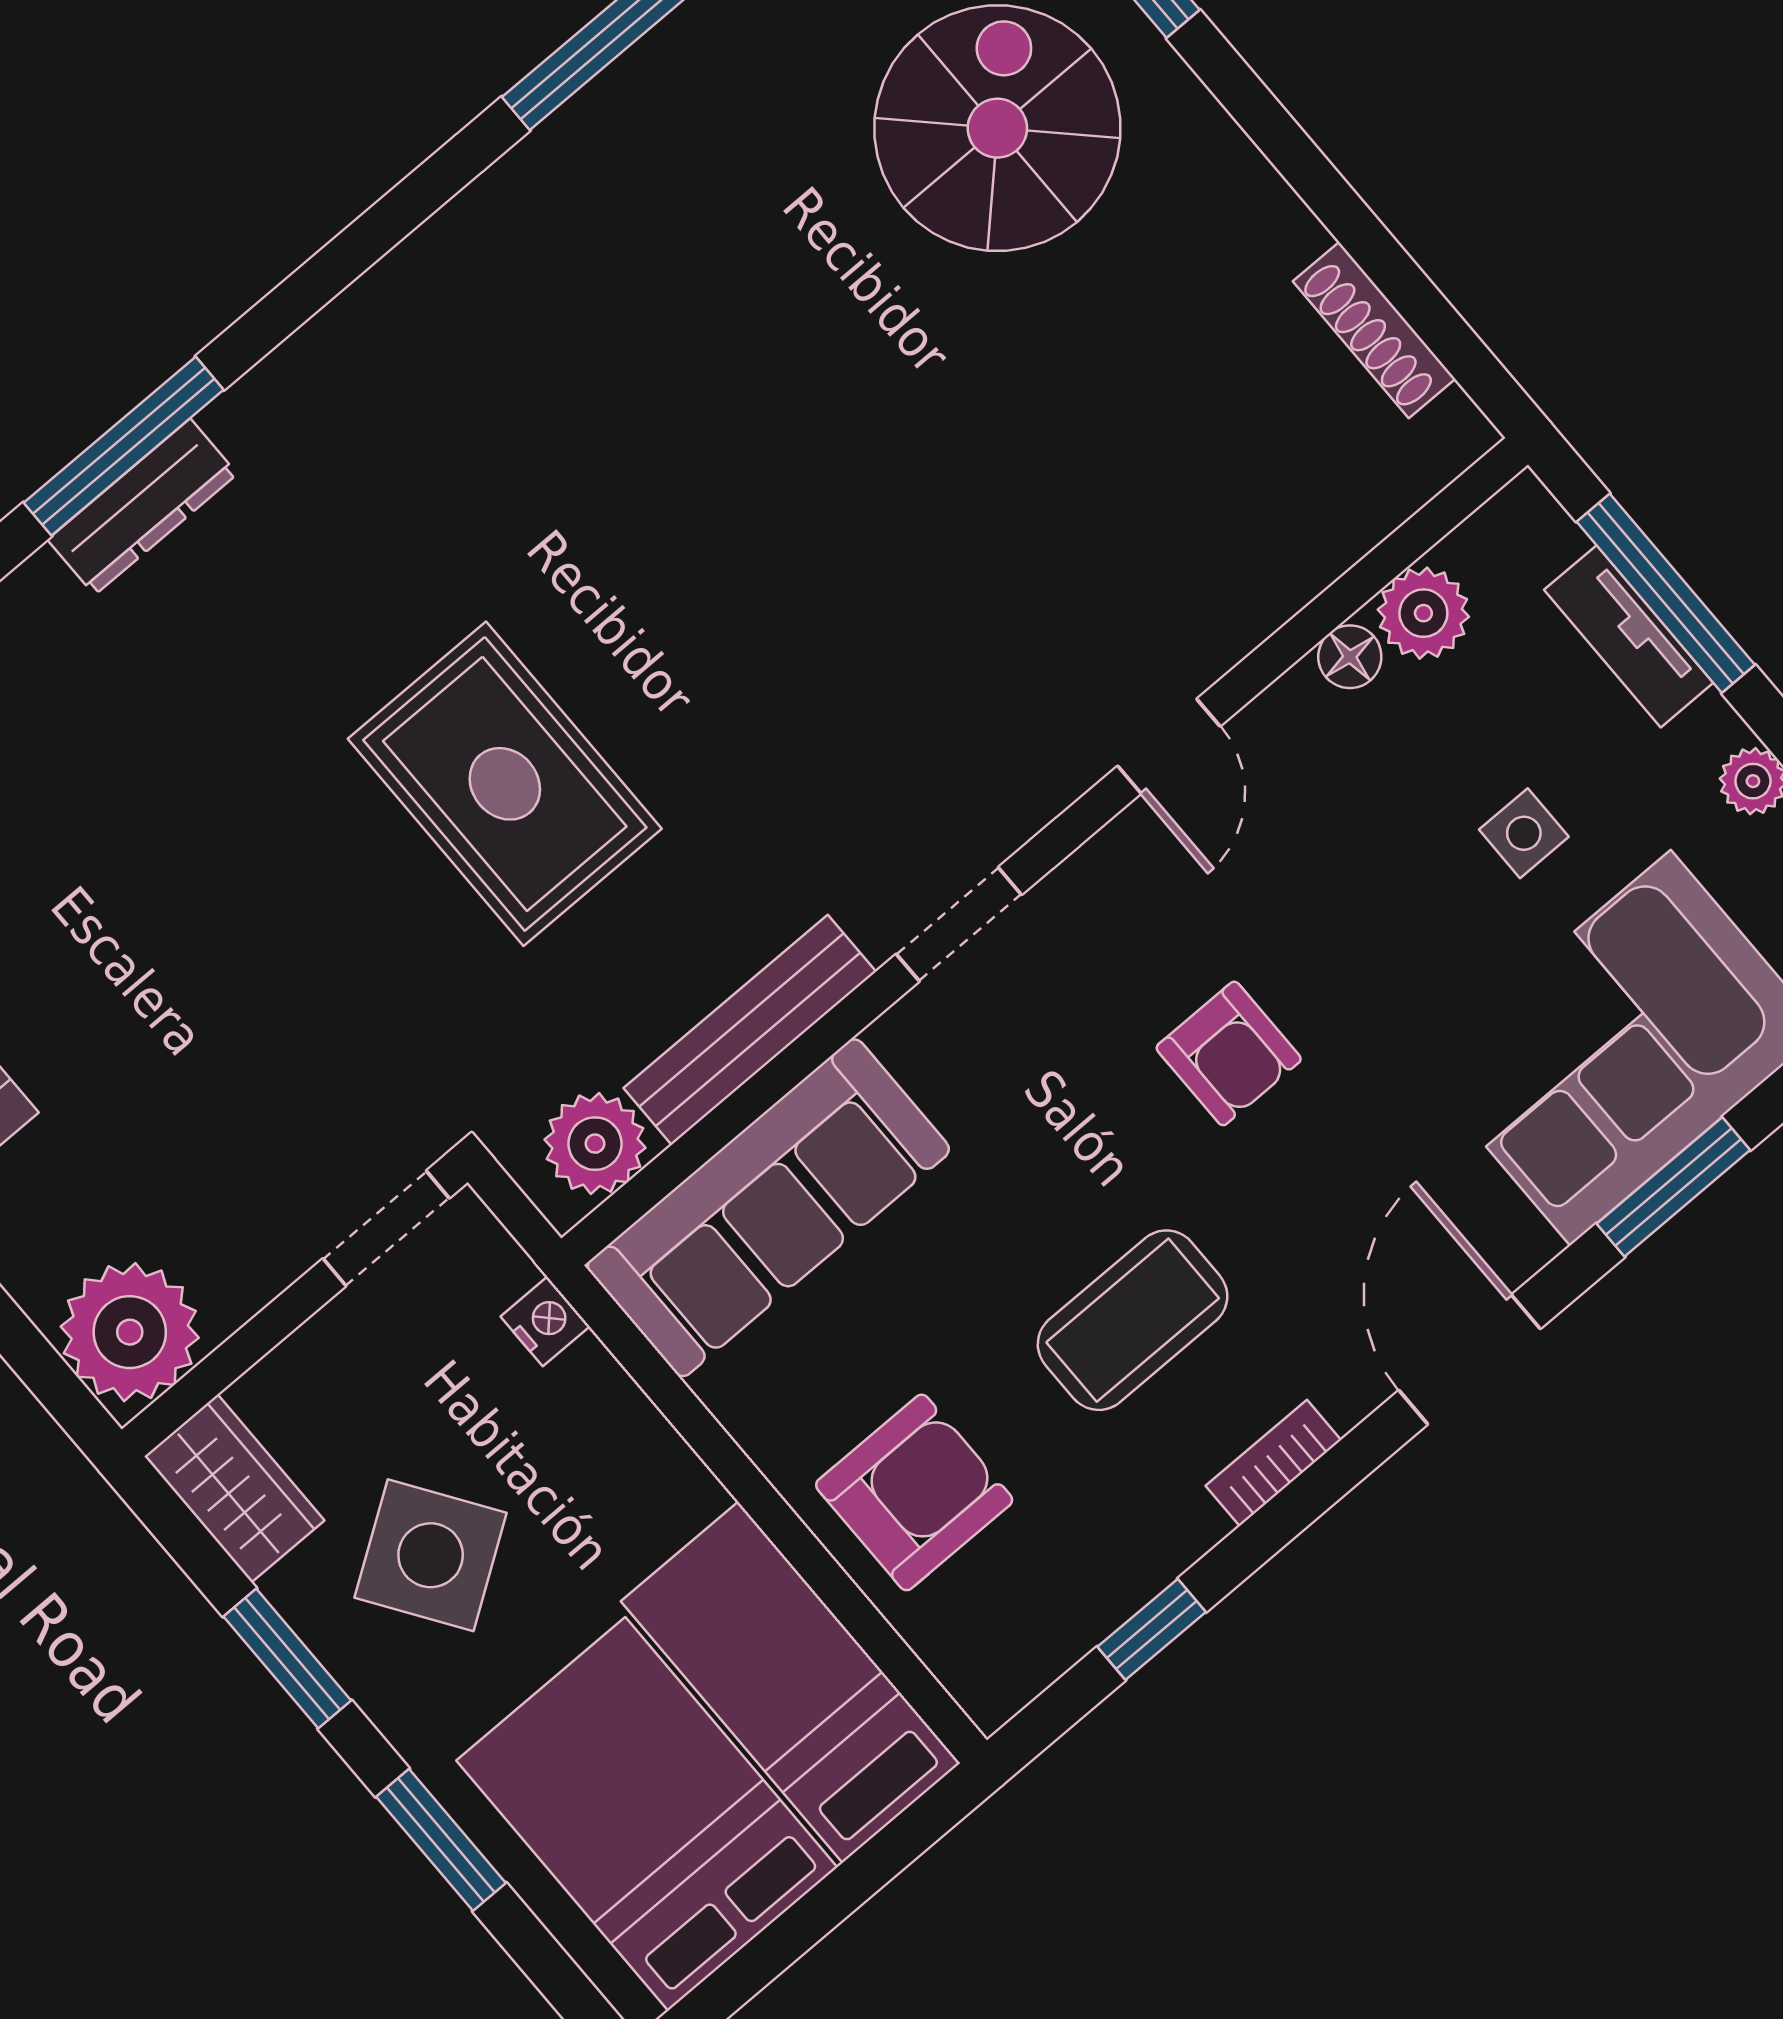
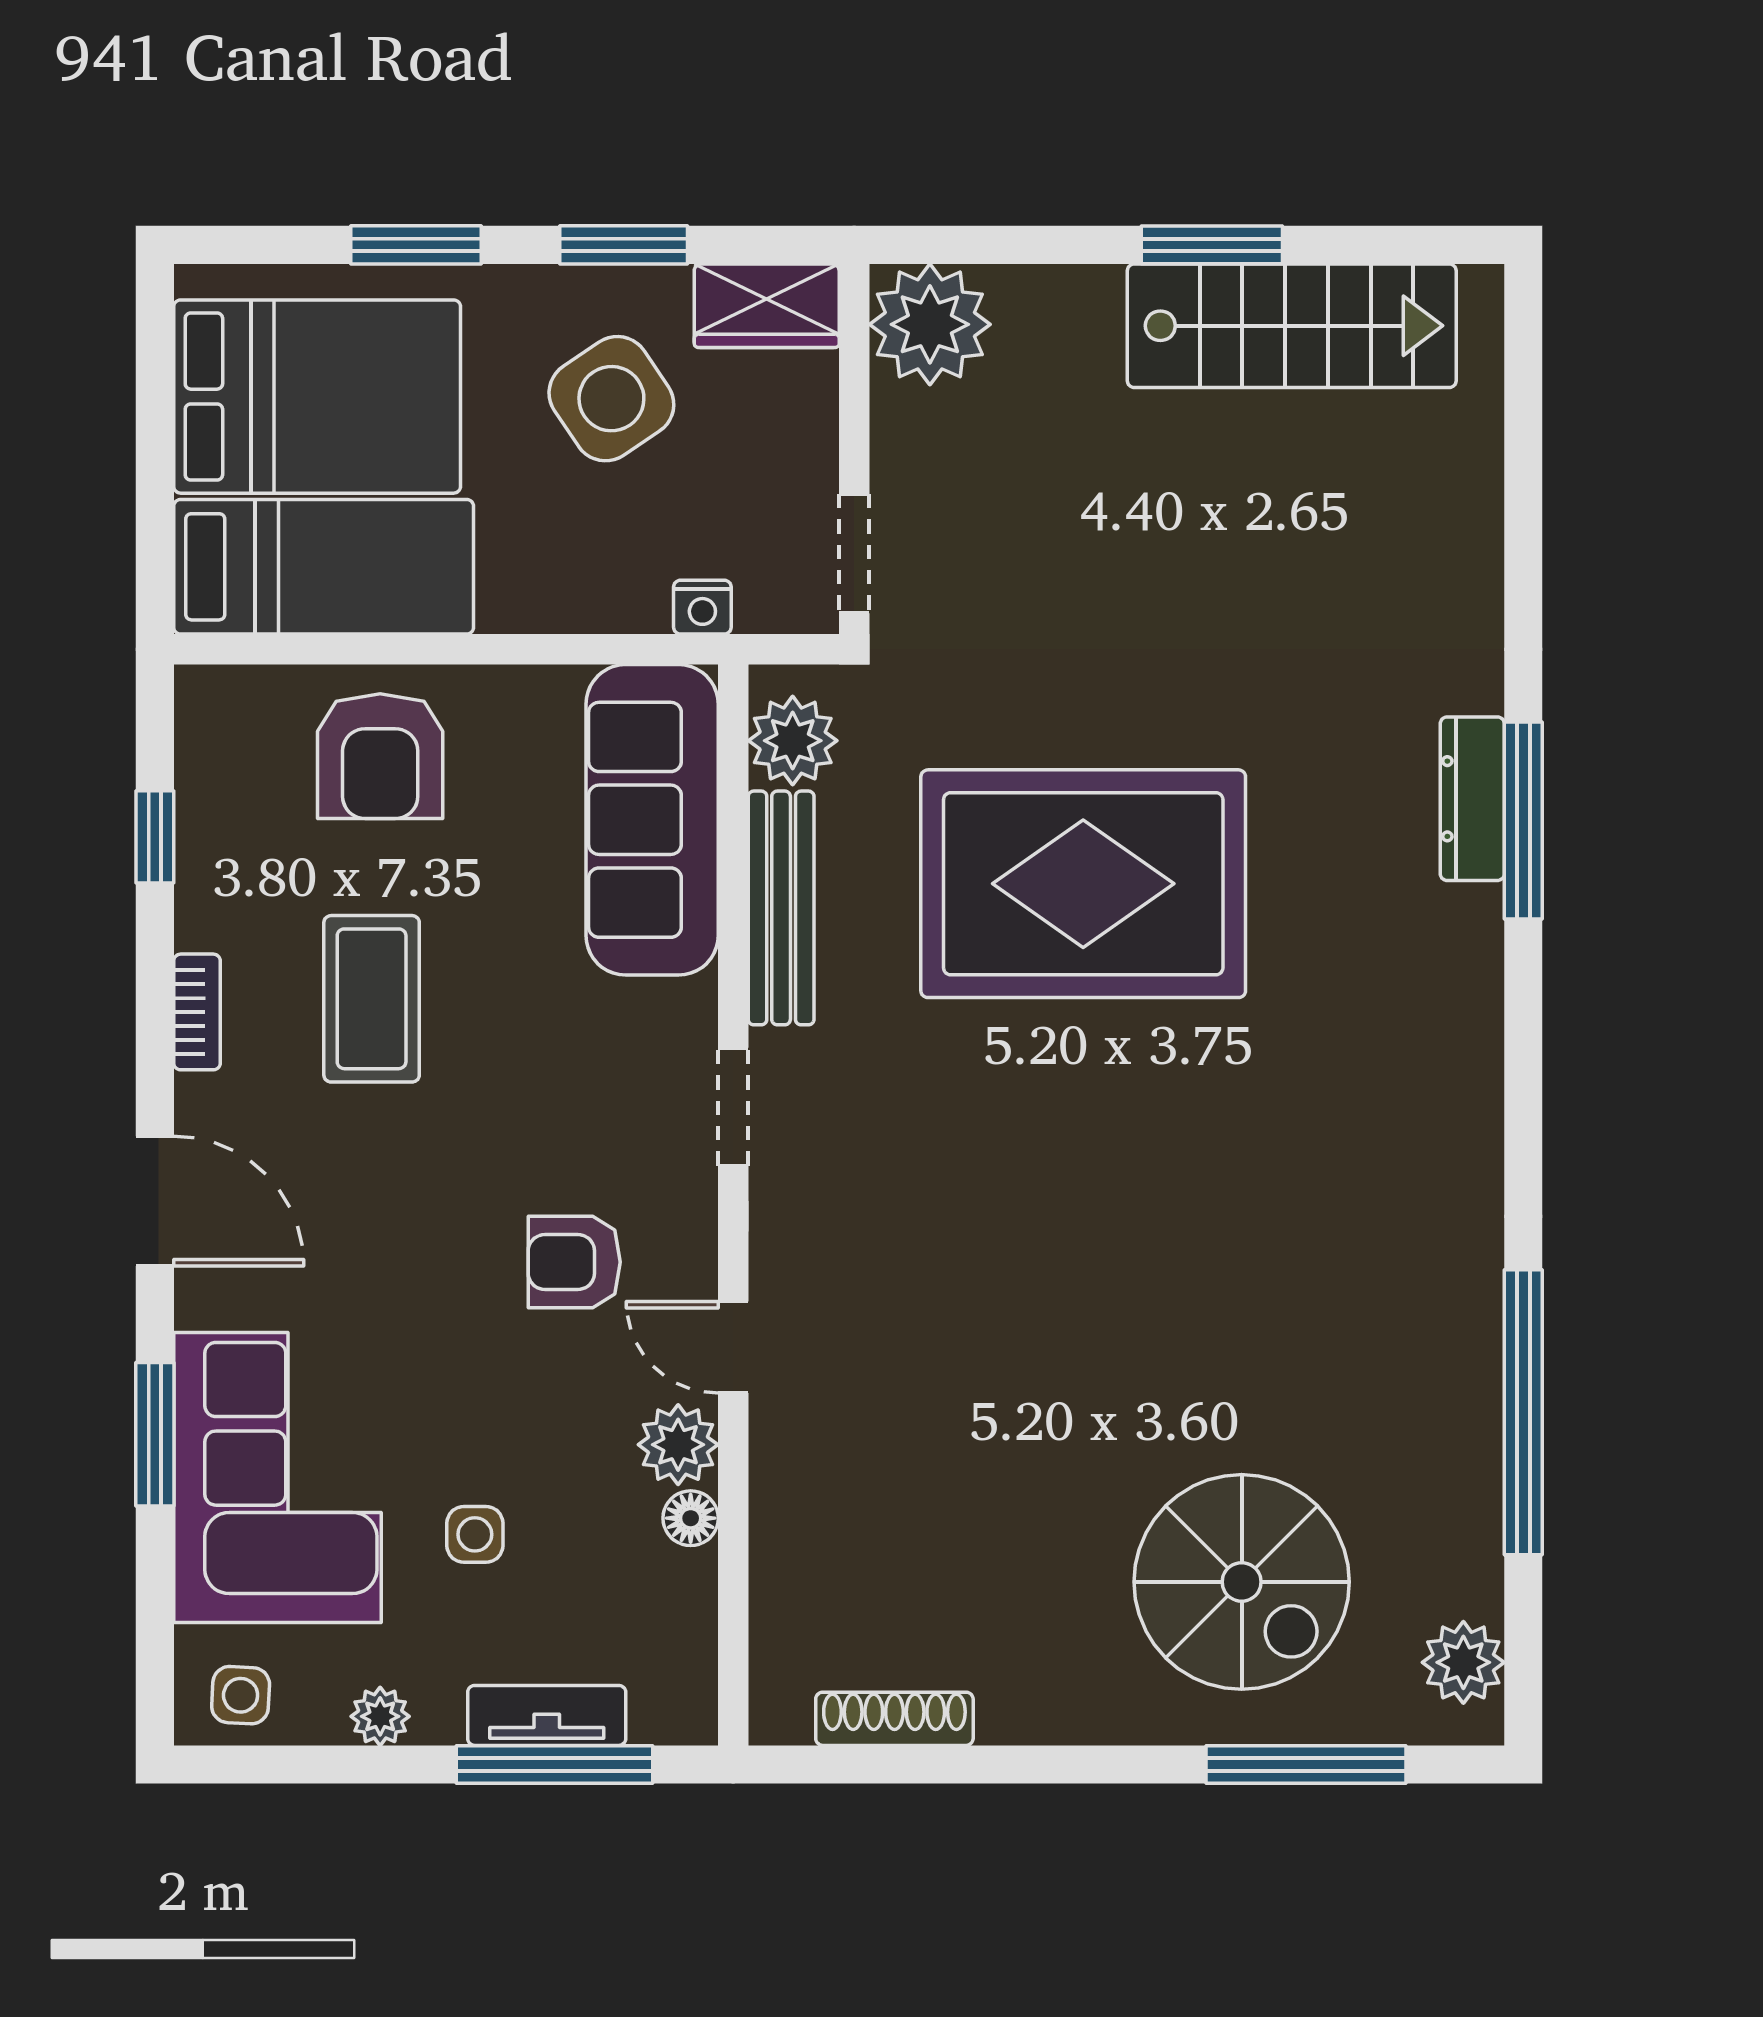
plant: (1423, 613) -> (678, 1445), moved
rug: (505, 784) -> (1083, 884), width x1.37, depth x1.44
armchair: (1229, 1053) -> (574, 1262), moved

